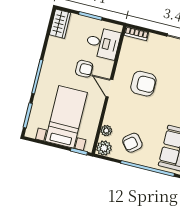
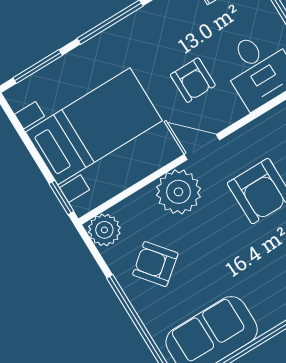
door: (109, 88) -> (202, 147), hinge flipped
plant: (106, 131) -> (178, 192), moved, width x1.88, depth x1.88

